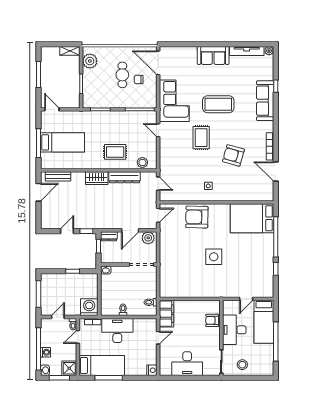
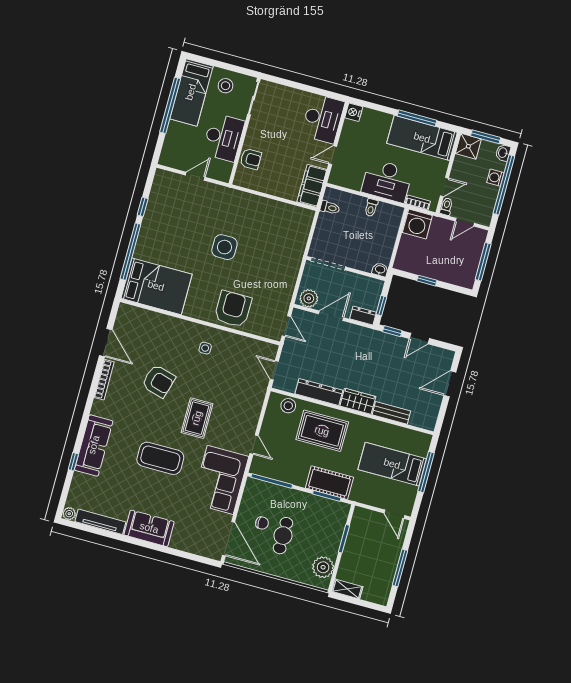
cot: (101, 119) -> (329, 483), added
rug: (115, 152) -> (322, 431), width x1.36, depth x1.43
bench: (58, 176) -> (391, 413), moved
door: (38, 192) -> (450, 384), moved
door: (158, 215) -> (286, 326), swing flipped
armchair: (197, 217) -> (233, 309), turned -91
bed: (264, 322) -> (191, 92), moved, turned 180
desk: (187, 364) -> (323, 119), moved, turned 90

